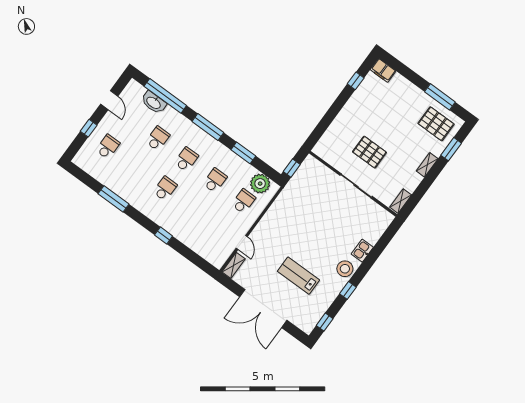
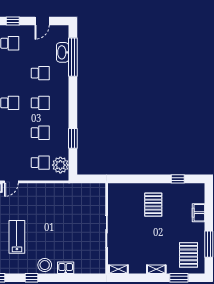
filing cabinet: (383, 70) -> (198, 213), moved
window: (208, 127) -> (73, 102), removed
pallet: (369, 152) -> (153, 205), moved
window: (292, 168) -> (87, 179), removed

